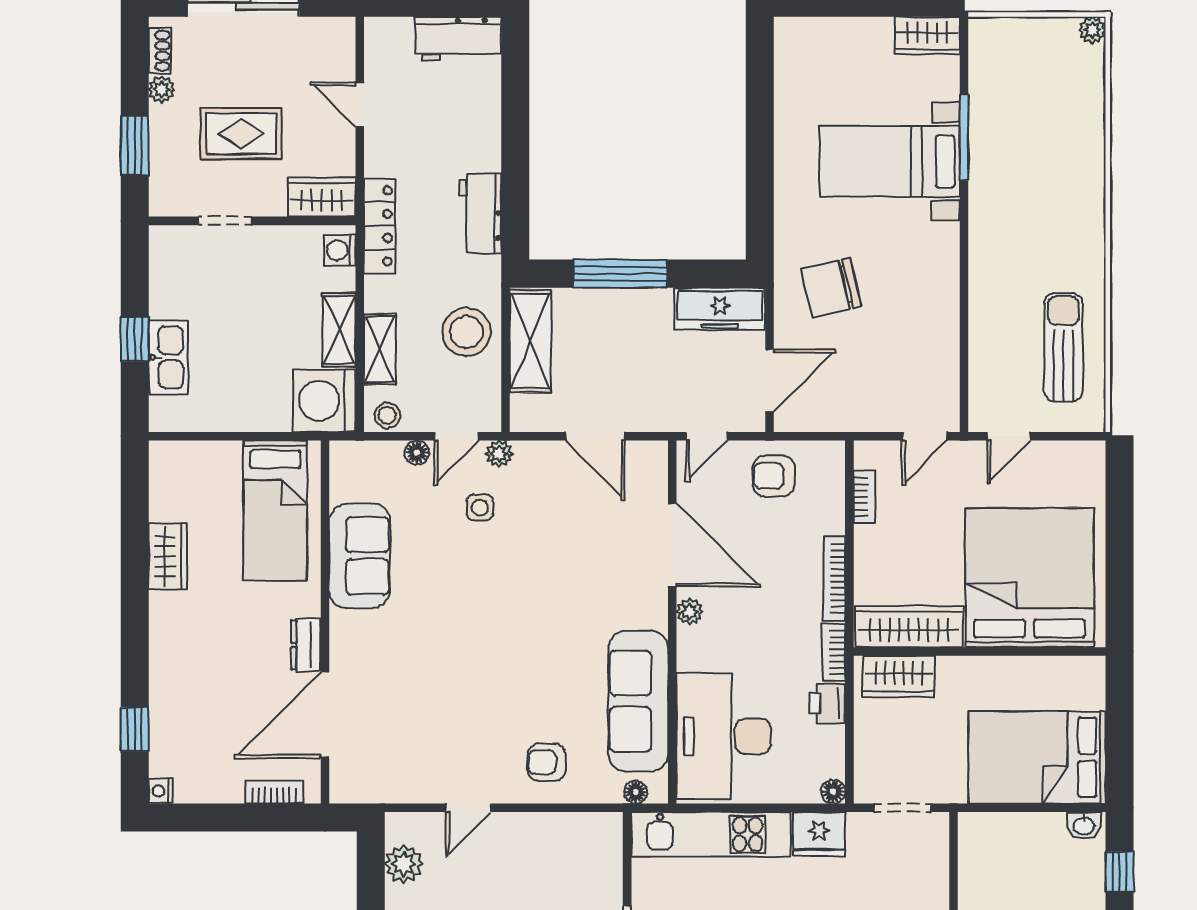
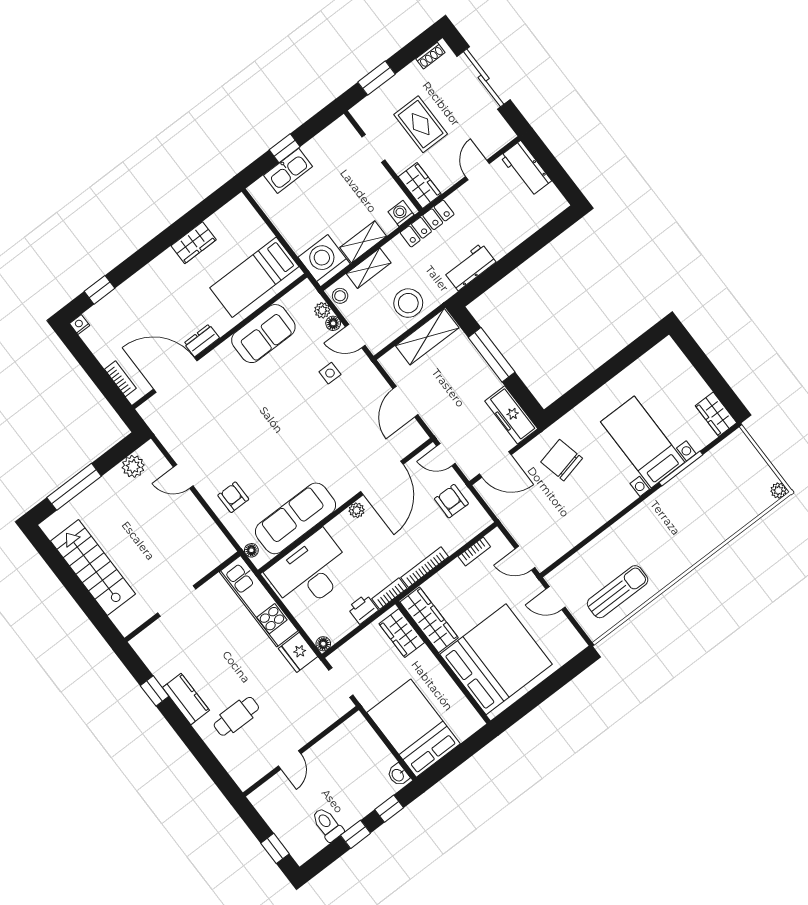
workbench: (458, 39) -> (526, 169), moved
plant: (162, 90) -> (413, 71), removed
plant: (499, 454) -> (322, 310), moved

